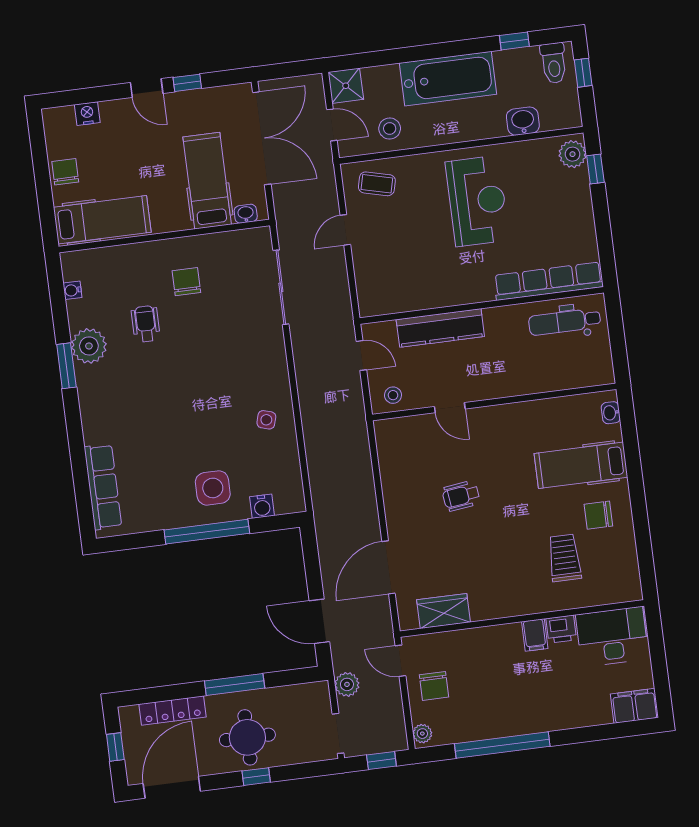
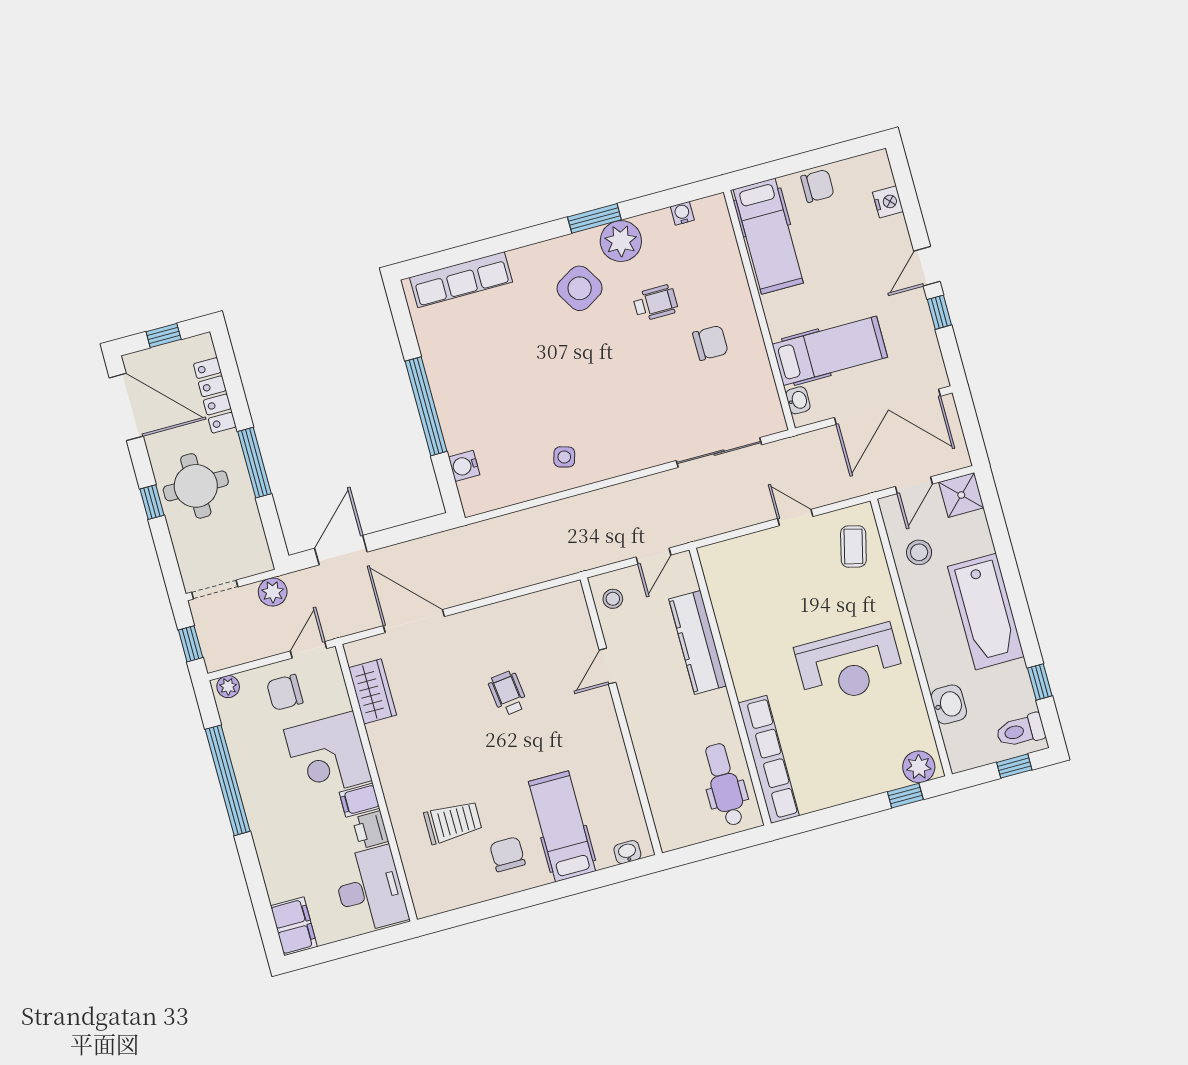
side table: (213, 488) -> (580, 288), moved, turned -31
corner desk: (493, 657) -> (328, 755), added

